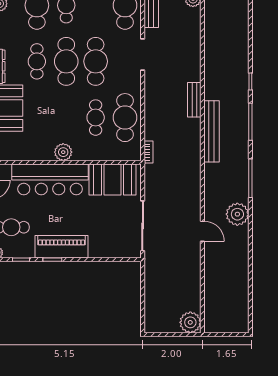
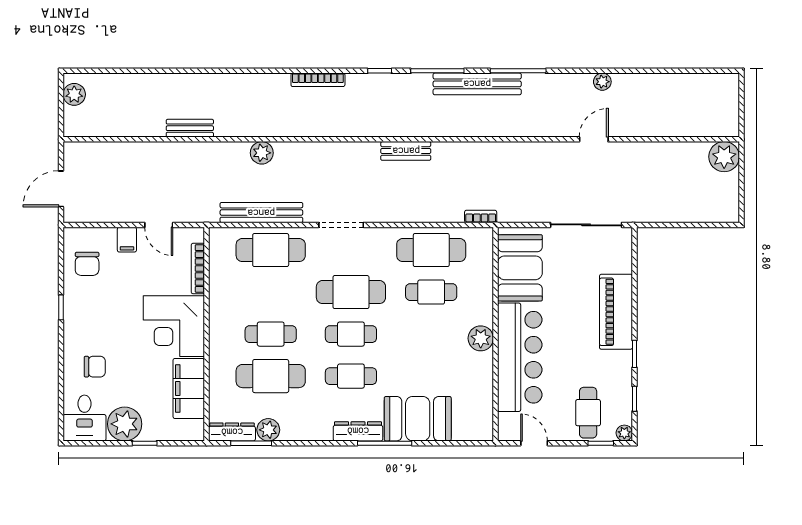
bookcase: (244, 38) -> (318, 80), added
cafe table: (66, 61) -> (351, 334), width x0.73, depth x0.74
bench: (212, 131) -> (477, 84), moved
plant: (237, 214) -> (602, 82), moved, width x0.53, depth x0.53
piano: (62, 247) -> (616, 312), moved

